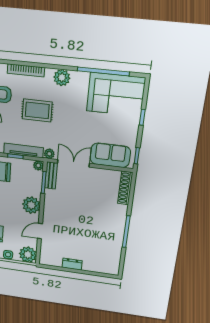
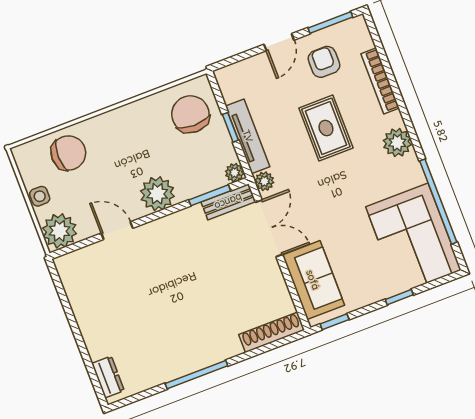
dresser: (72, 264) -> (108, 377), moved

